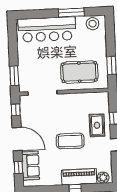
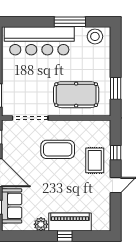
coffee table: (70, 141) -> (58, 149), moved
plant: (103, 178) -> (41, 224), moved

